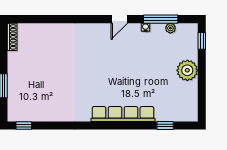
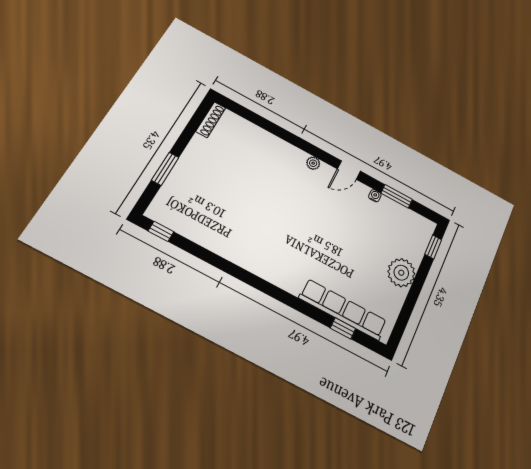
window: (161, 19) -> (397, 196), width x0.69
plant: (170, 28) -> (313, 163), moved
row of seats: (123, 114) -> (343, 310), moved

